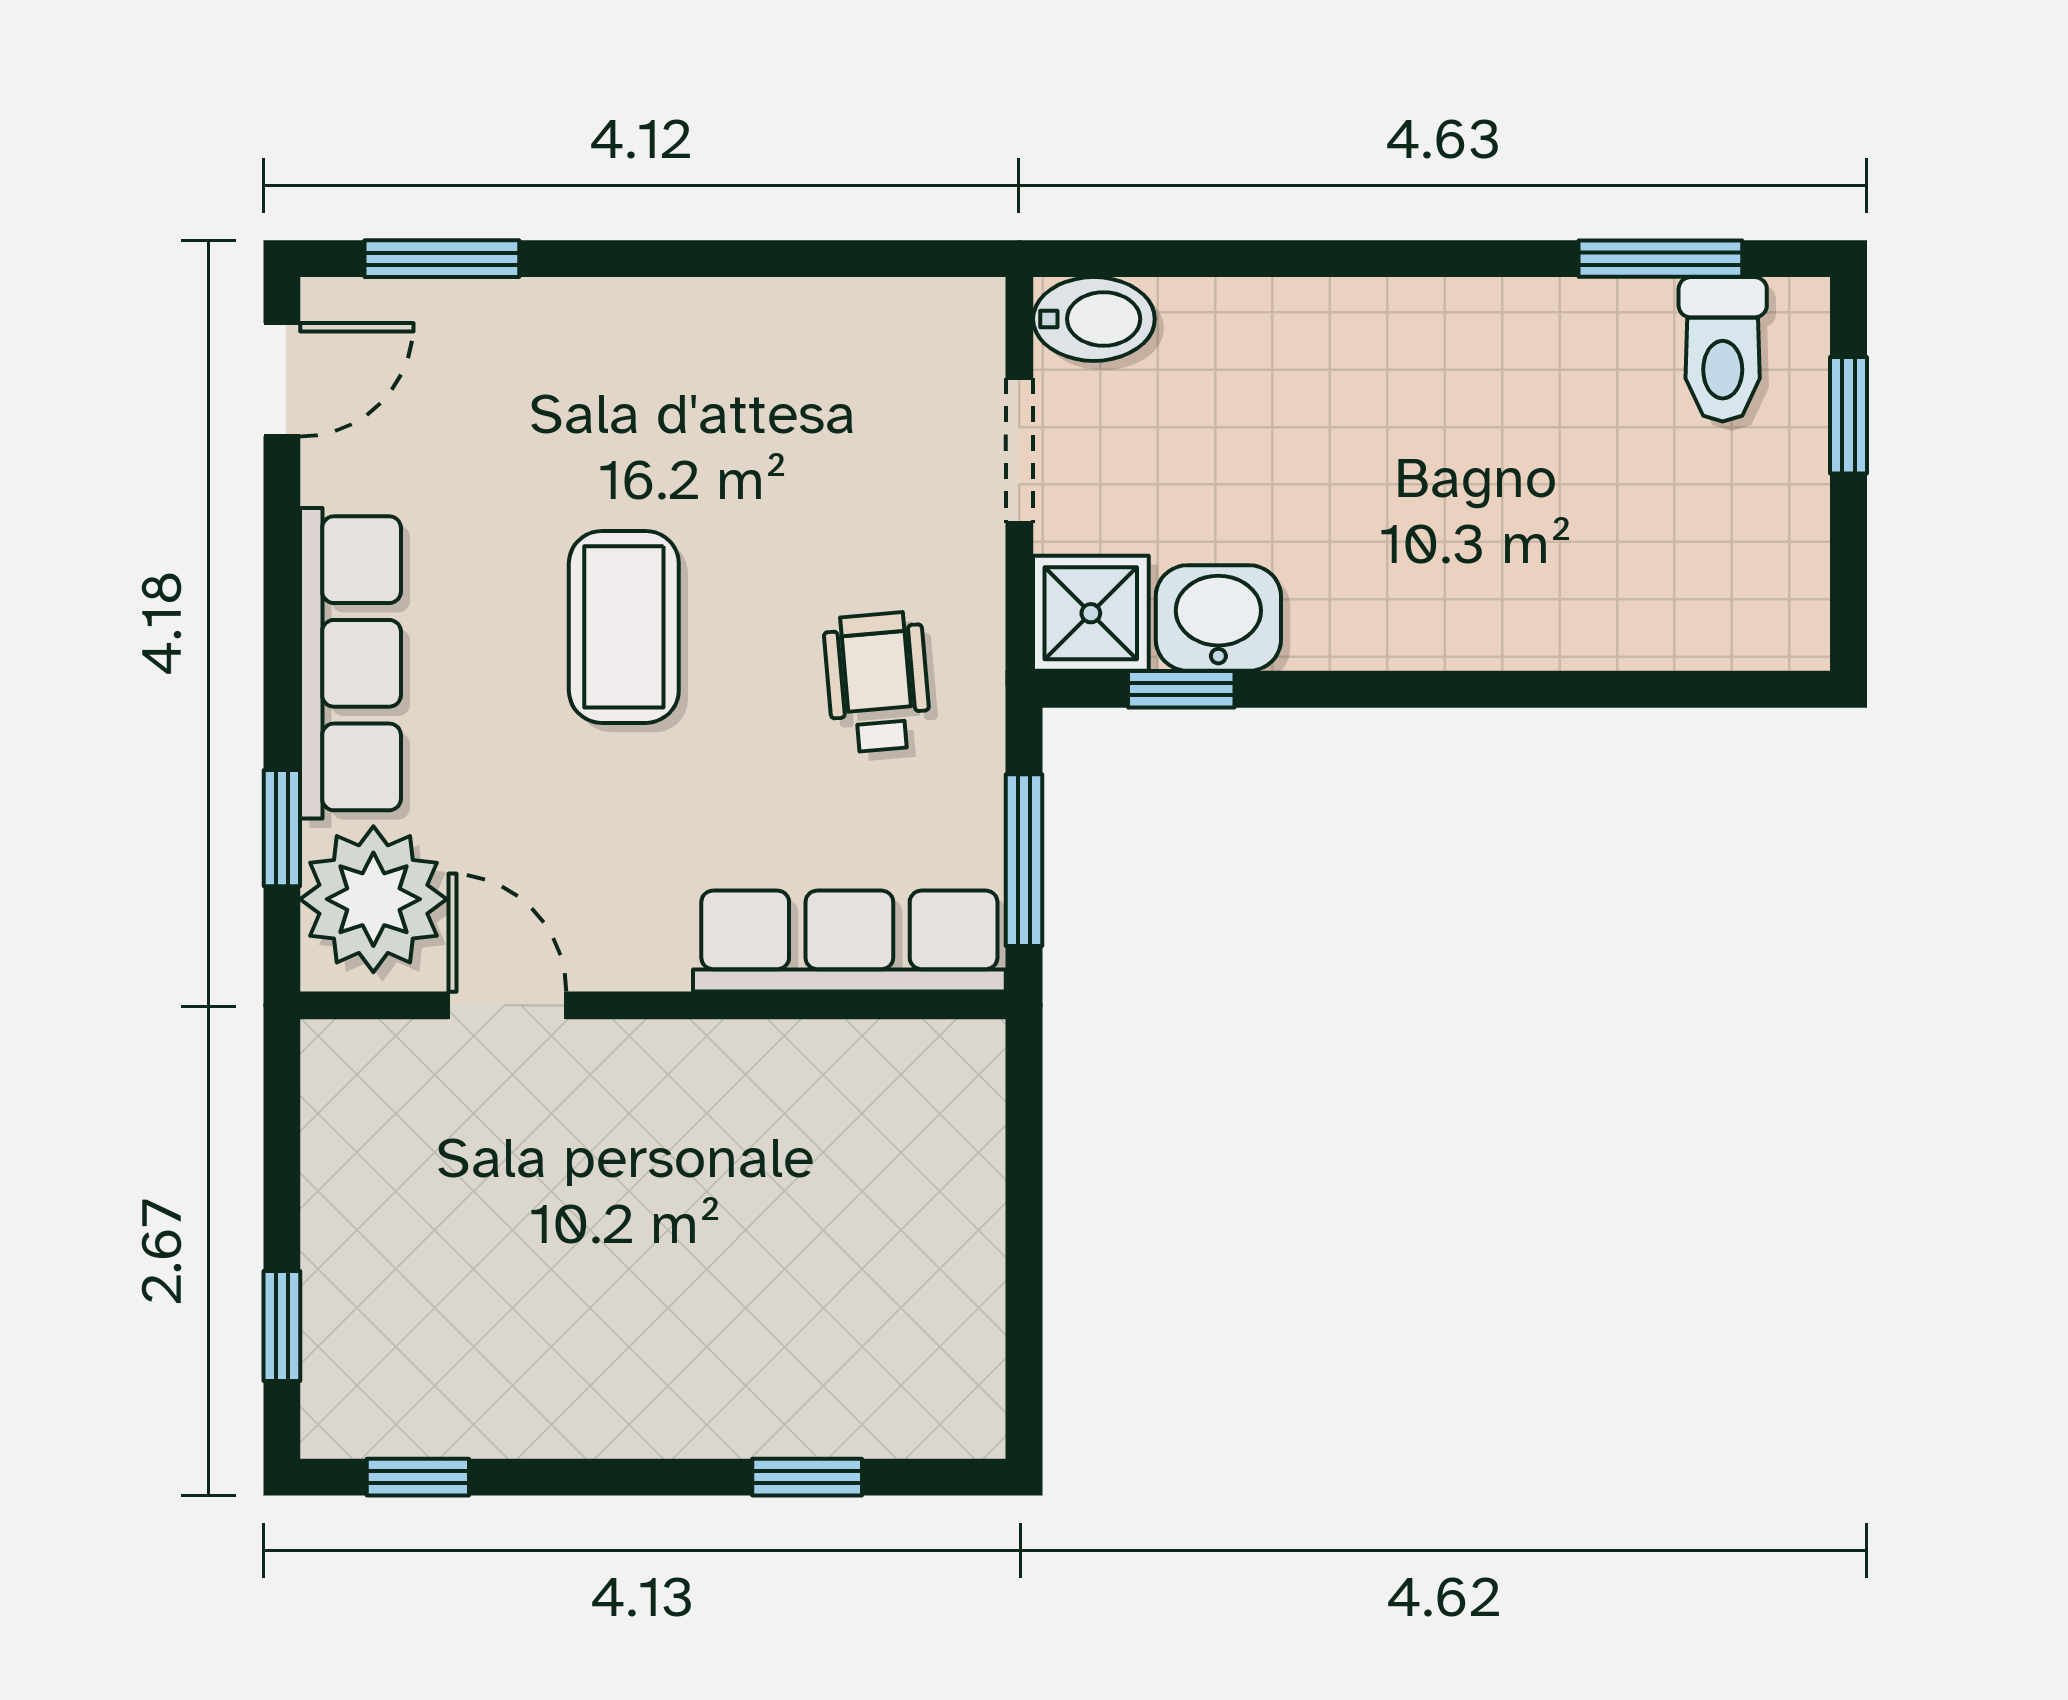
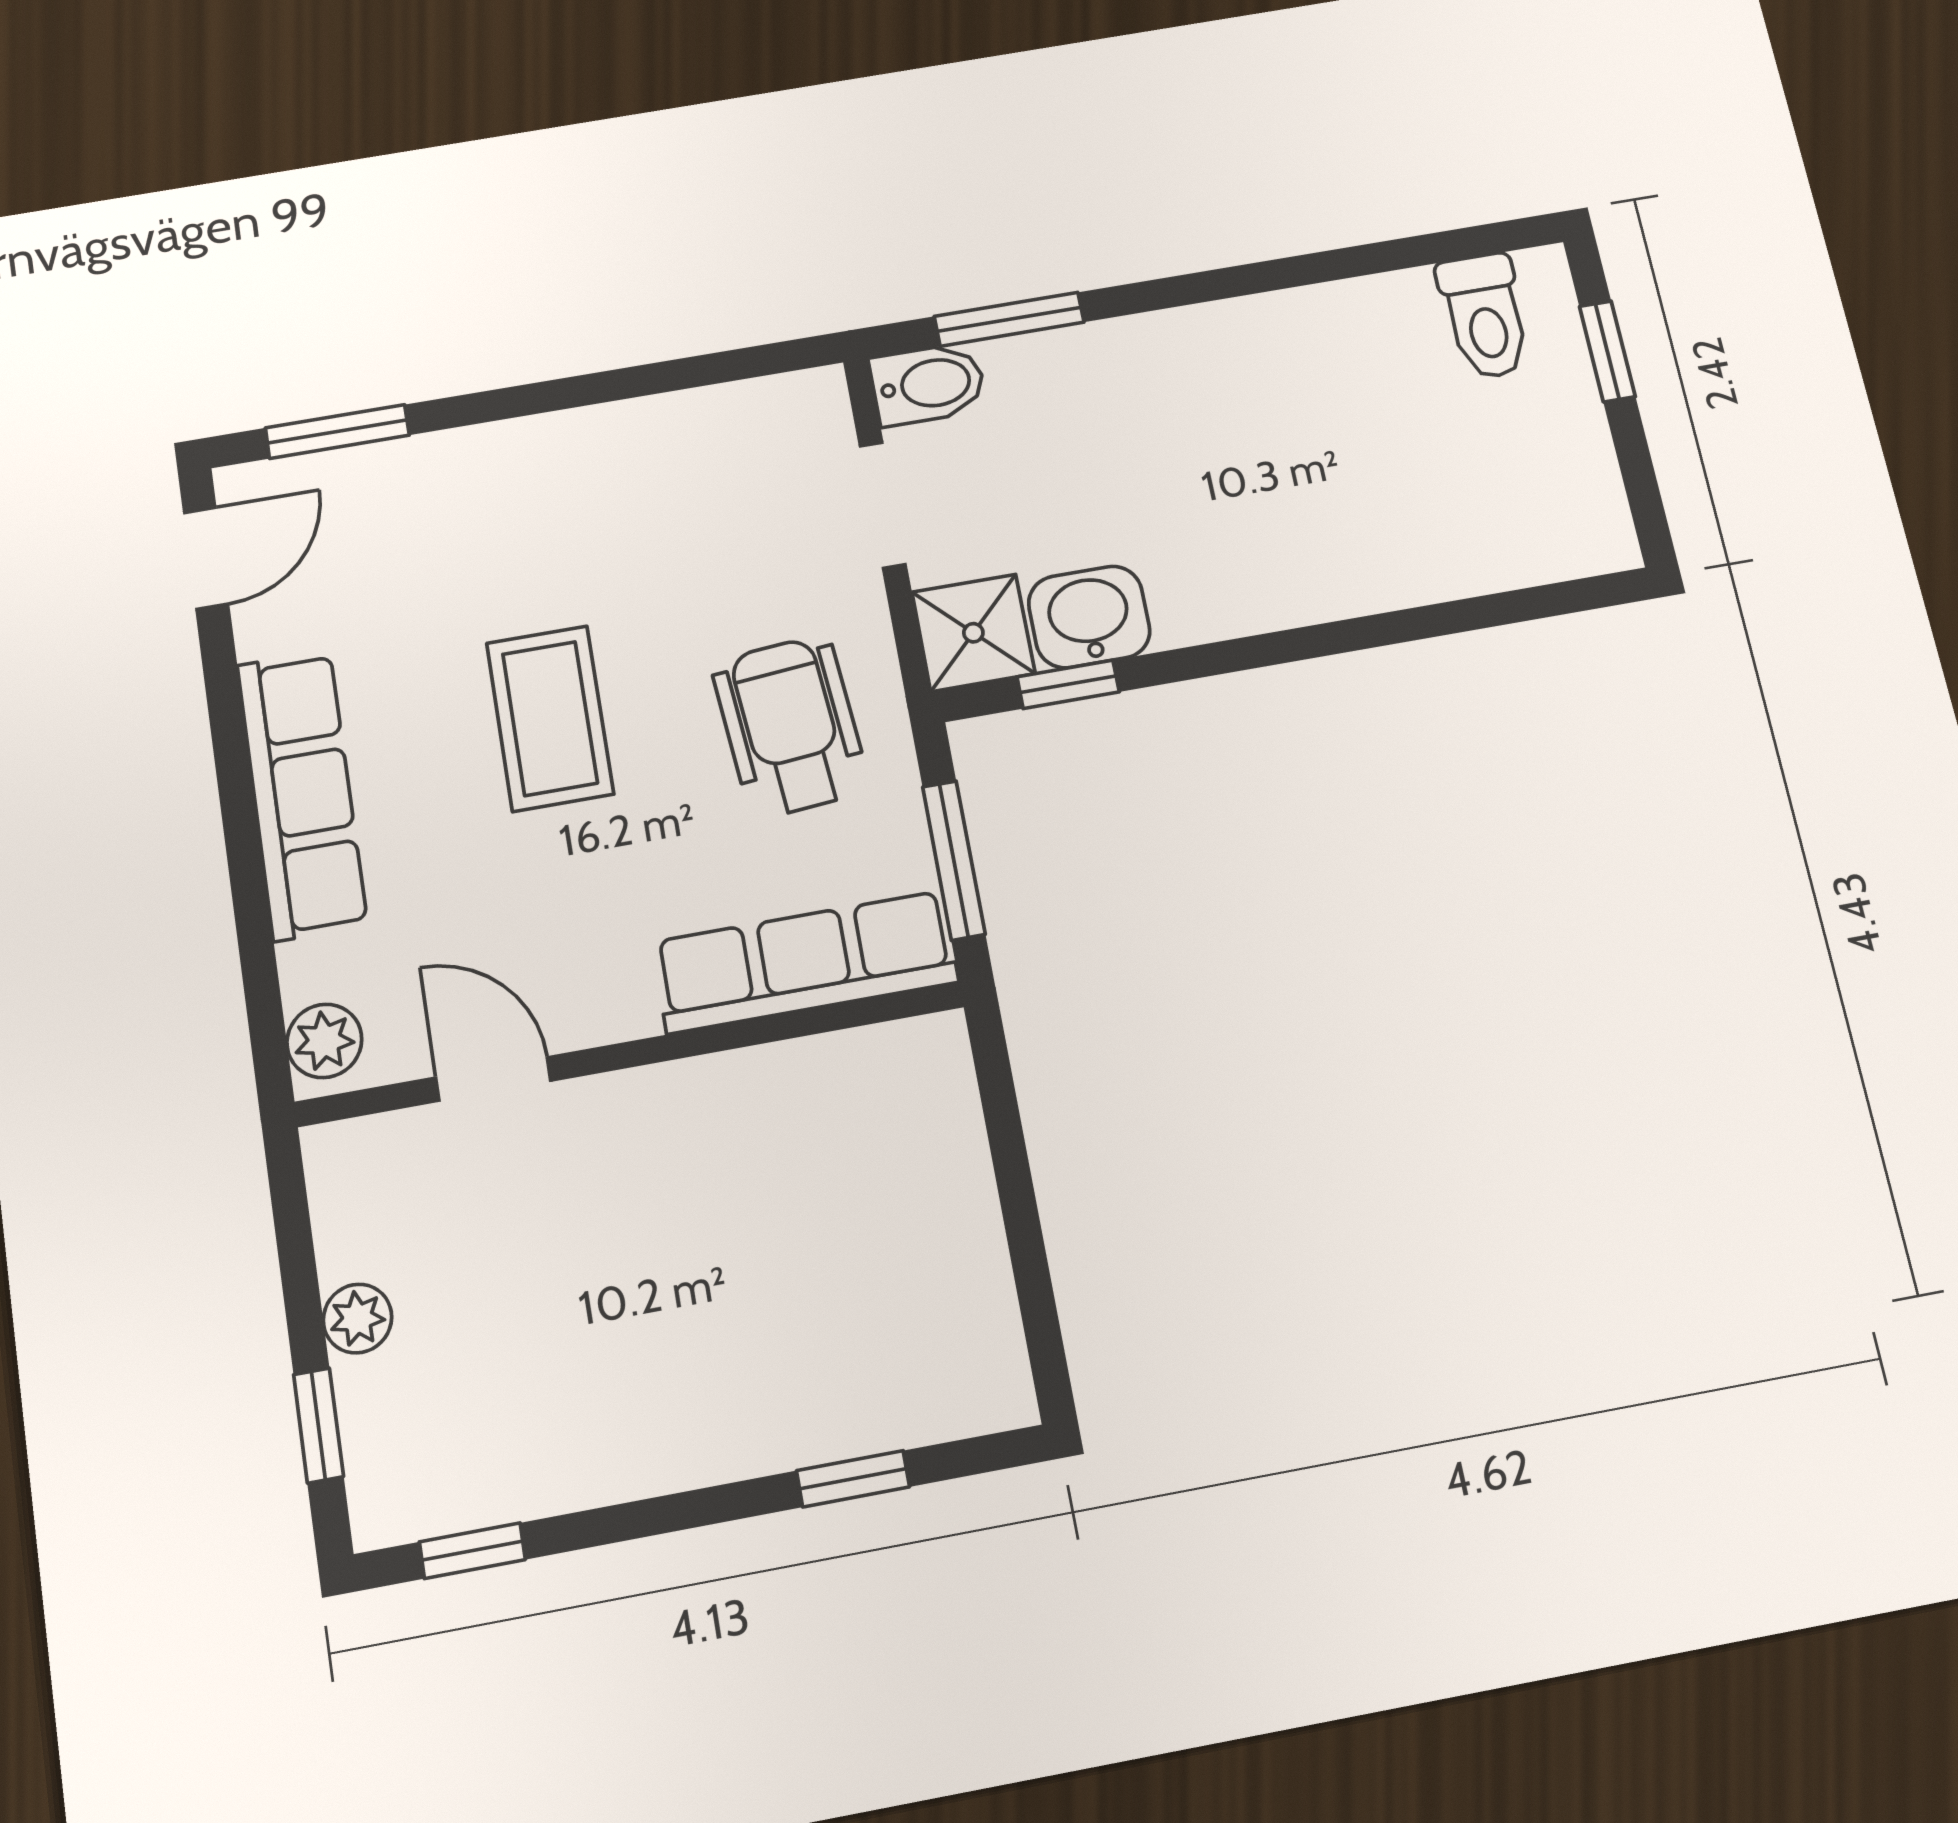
window: (1660, 259) -> (1009, 319), moved
wheelchair: (877, 682) -> (790, 726), width x1.36, depth x1.37
window: (282, 828) -> (257, 954), removed
plant: (373, 899) -> (324, 1041), width x0.53, depth x0.53
plant: (335, 1226) -> (357, 1319), added

